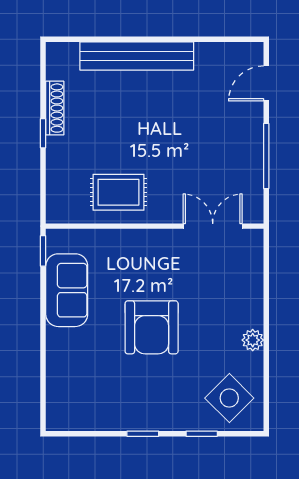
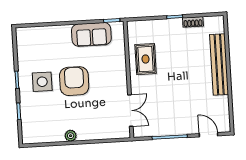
shoe rack: (55, 108) -> (193, 22), width x0.70
armchair: (152, 327) -> (74, 81), turned 90
side table: (229, 398) -> (42, 82), moved, turned 45

